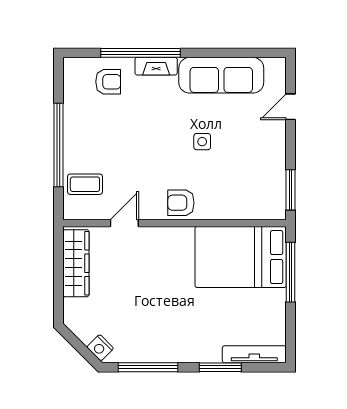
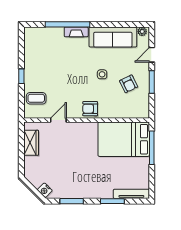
plant: (273, 65) -> (142, 31), added
armchair: (108, 82) -> (129, 84), moved, turned 64
window: (59, 145) -> (21, 76), width x0.32
window: (290, 190) -> (152, 82), moved
wardrobe: (76, 263) -> (31, 143), width x0.67
window: (148, 367) -> (72, 201), width x0.69

